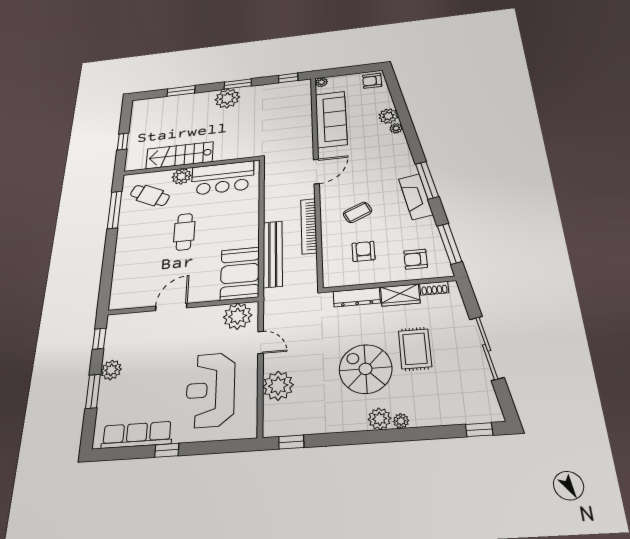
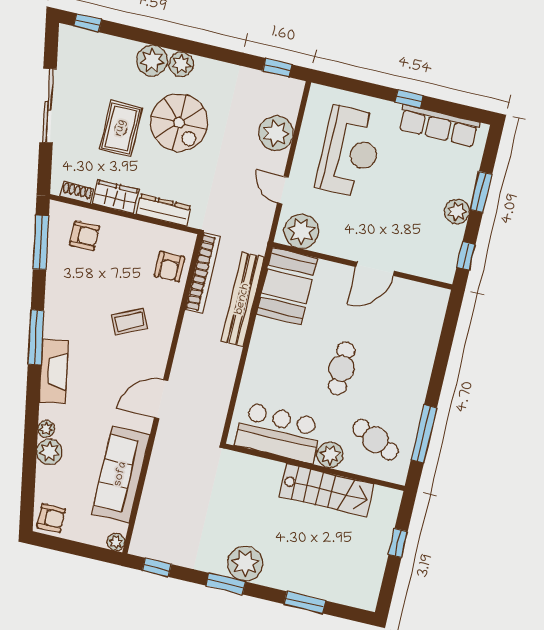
fireplace: (416, 197) -> (54, 371), moved
bookcase: (309, 226) -> (203, 273), moved
armchair: (364, 251) -> (169, 267), moved
plant: (401, 421) -> (152, 61), width x1.87, depth x1.87

